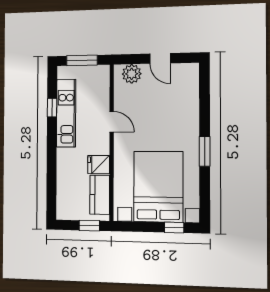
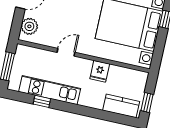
kitchen counter: (100, 195) -> (121, 106), moved, turned 180
window: (89, 226) -> (147, 102), moved

